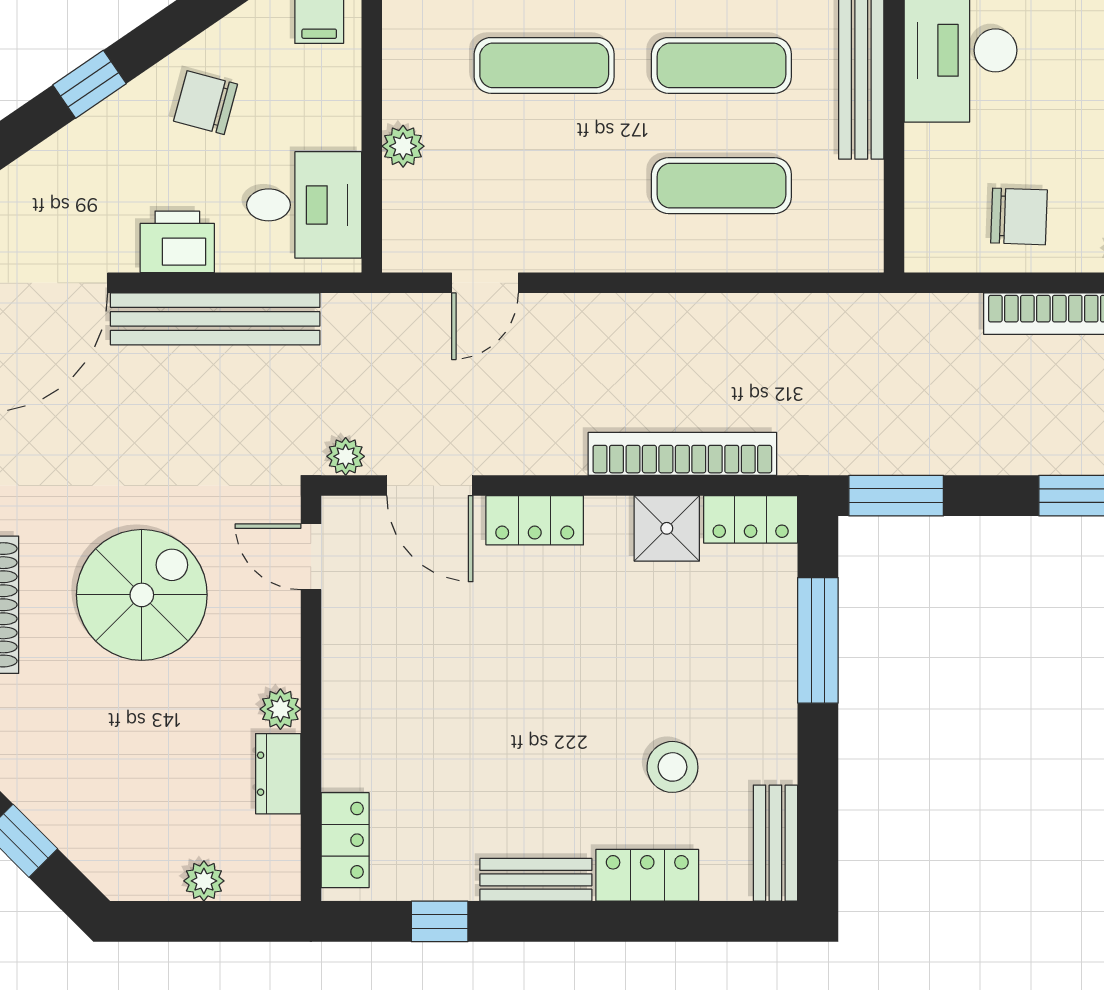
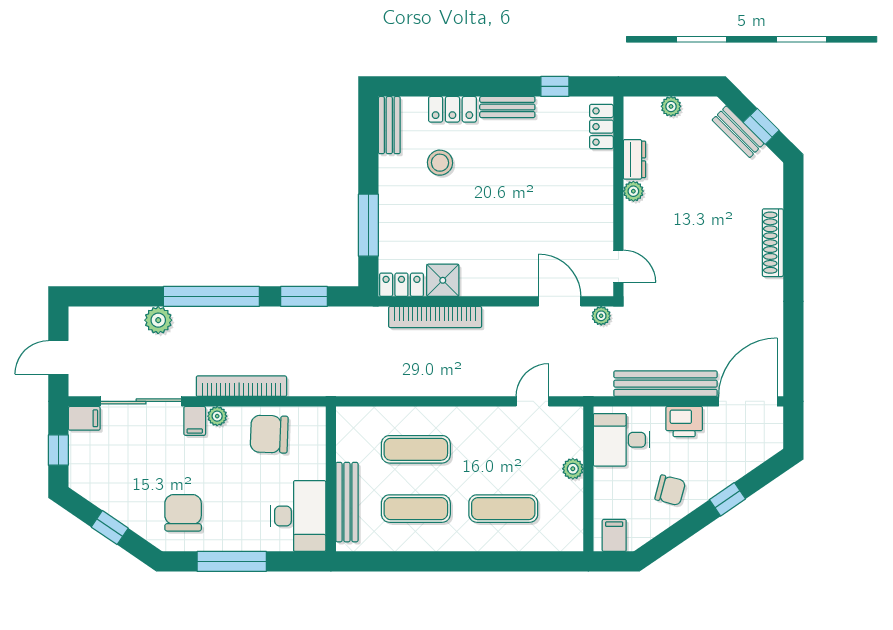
chair: (1019, 216) -> (269, 434), width x1.37, depth x1.37
window: (896, 496) -> (304, 296), moved
locker: (535, 520) -> (508, 284), removed
spiral stairs: (142, 595) -> (702, 248), removed
bench: (68, 830) -> (738, 132), added

